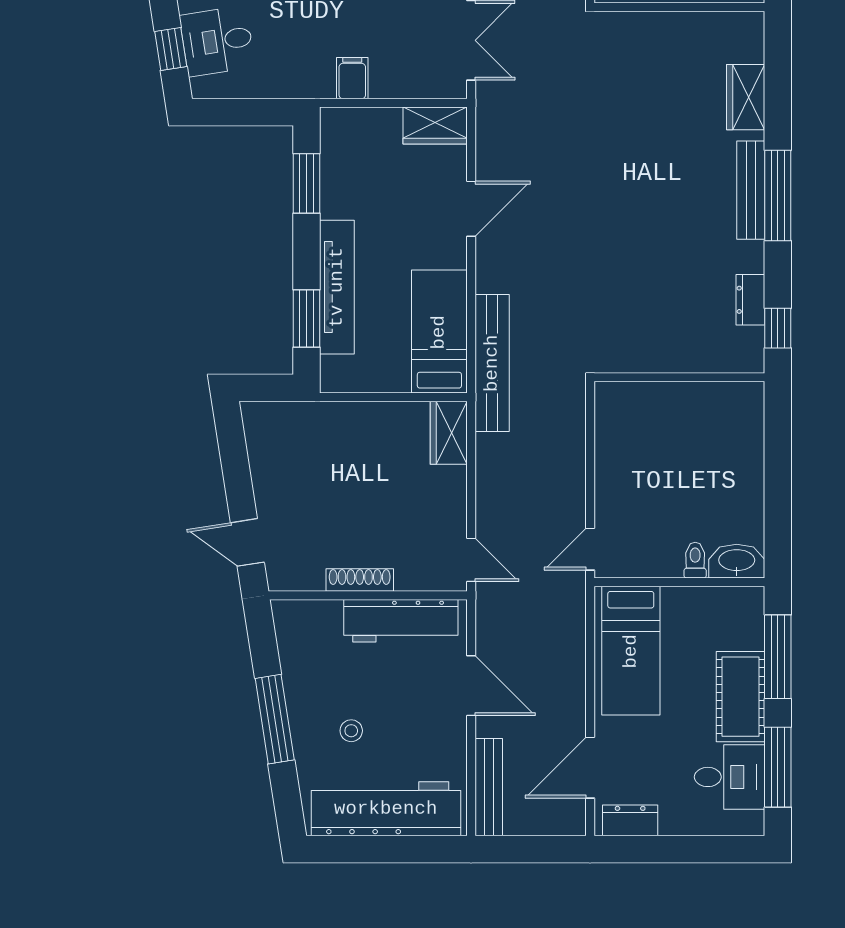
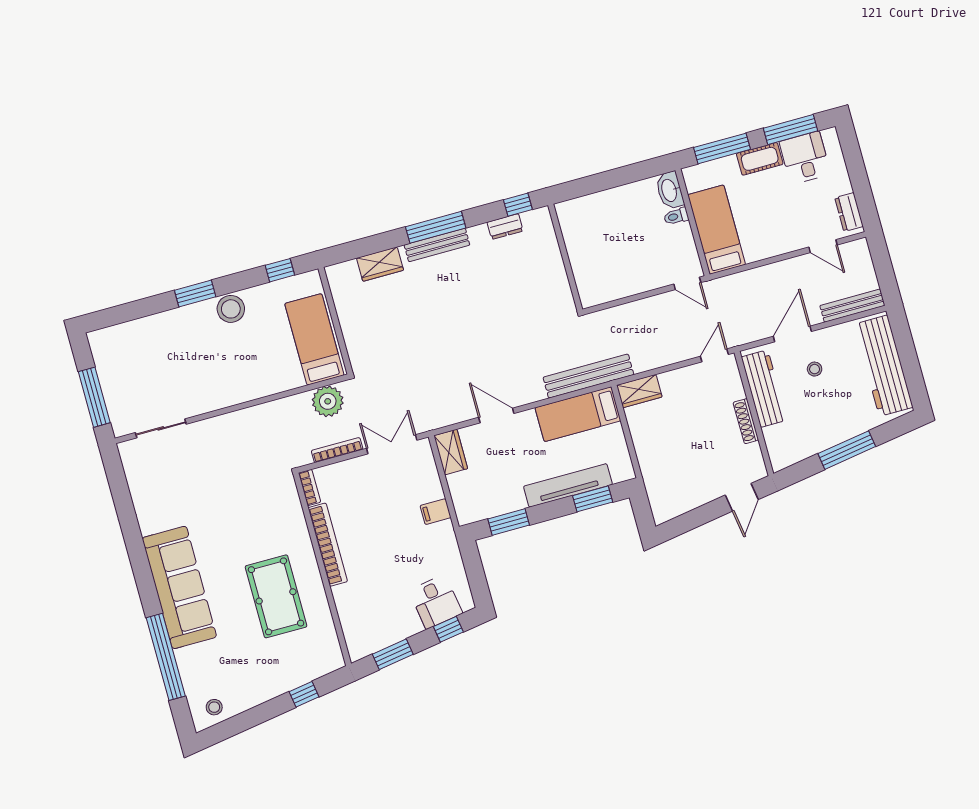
bed: (631, 651) -> (717, 230), moved, turned -90
cot: (741, 697) -> (760, 159), width x0.73, depth x0.75
stool: (351, 731) -> (815, 369), moved
door: (590, 768) -> (823, 246), width x0.73

